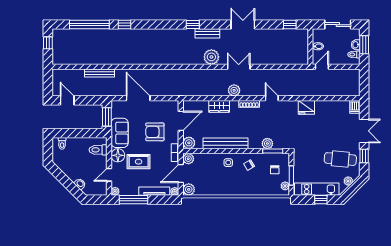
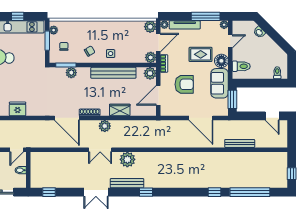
bench: (207, 33) -> (127, 183), width x1.36
door: (272, 98) -> (67, 118), width x1.87
fridge: (306, 107) -> (18, 109), moved

